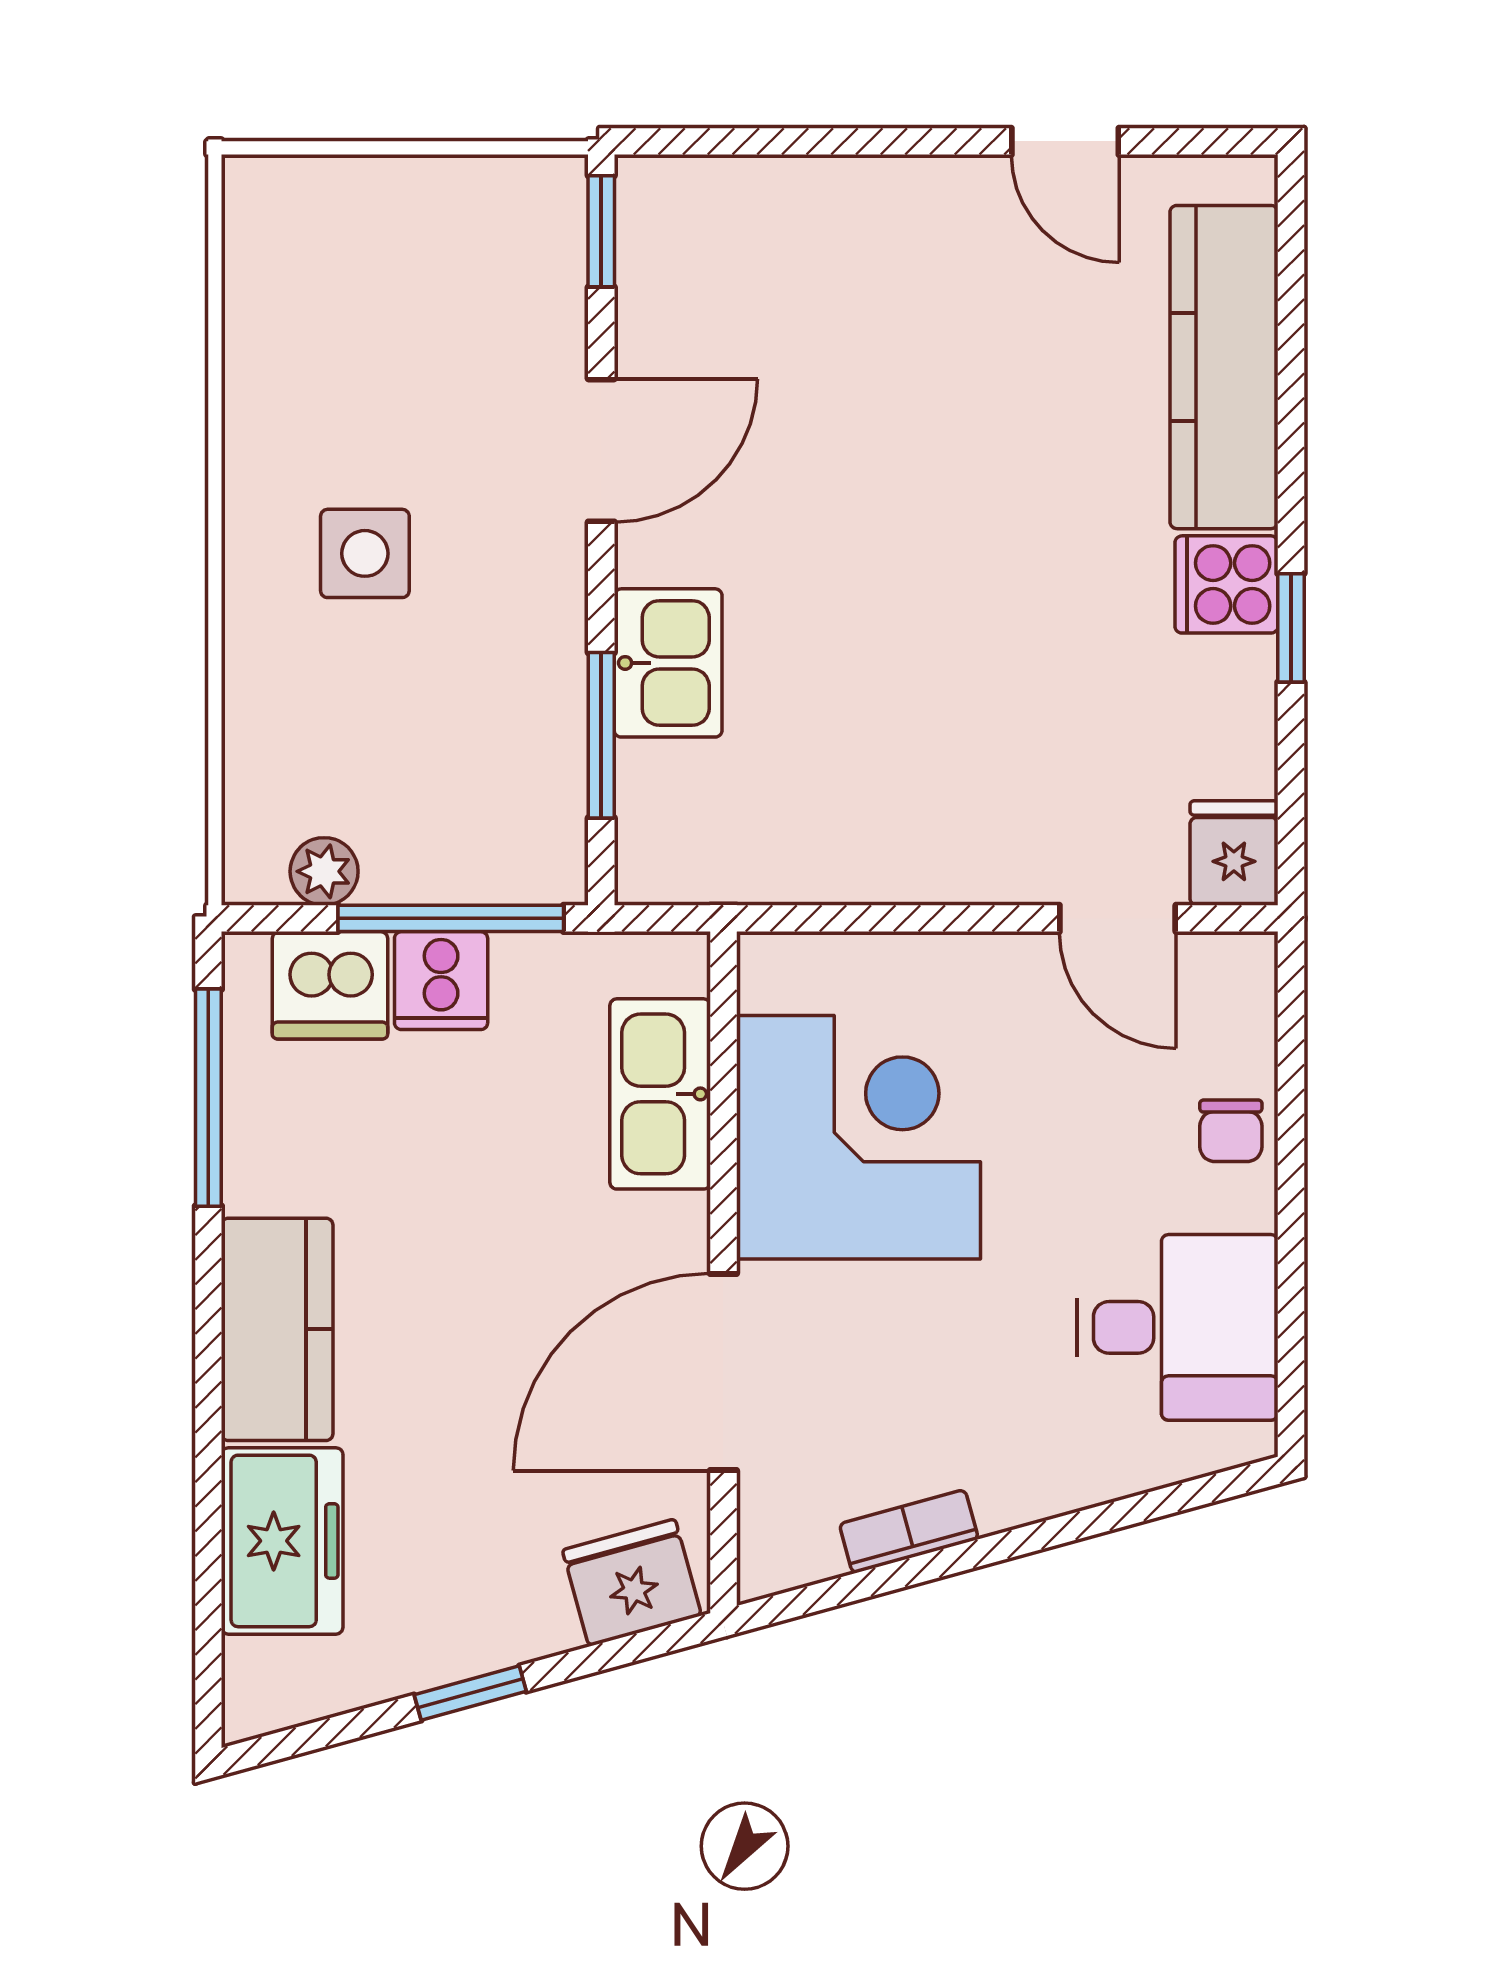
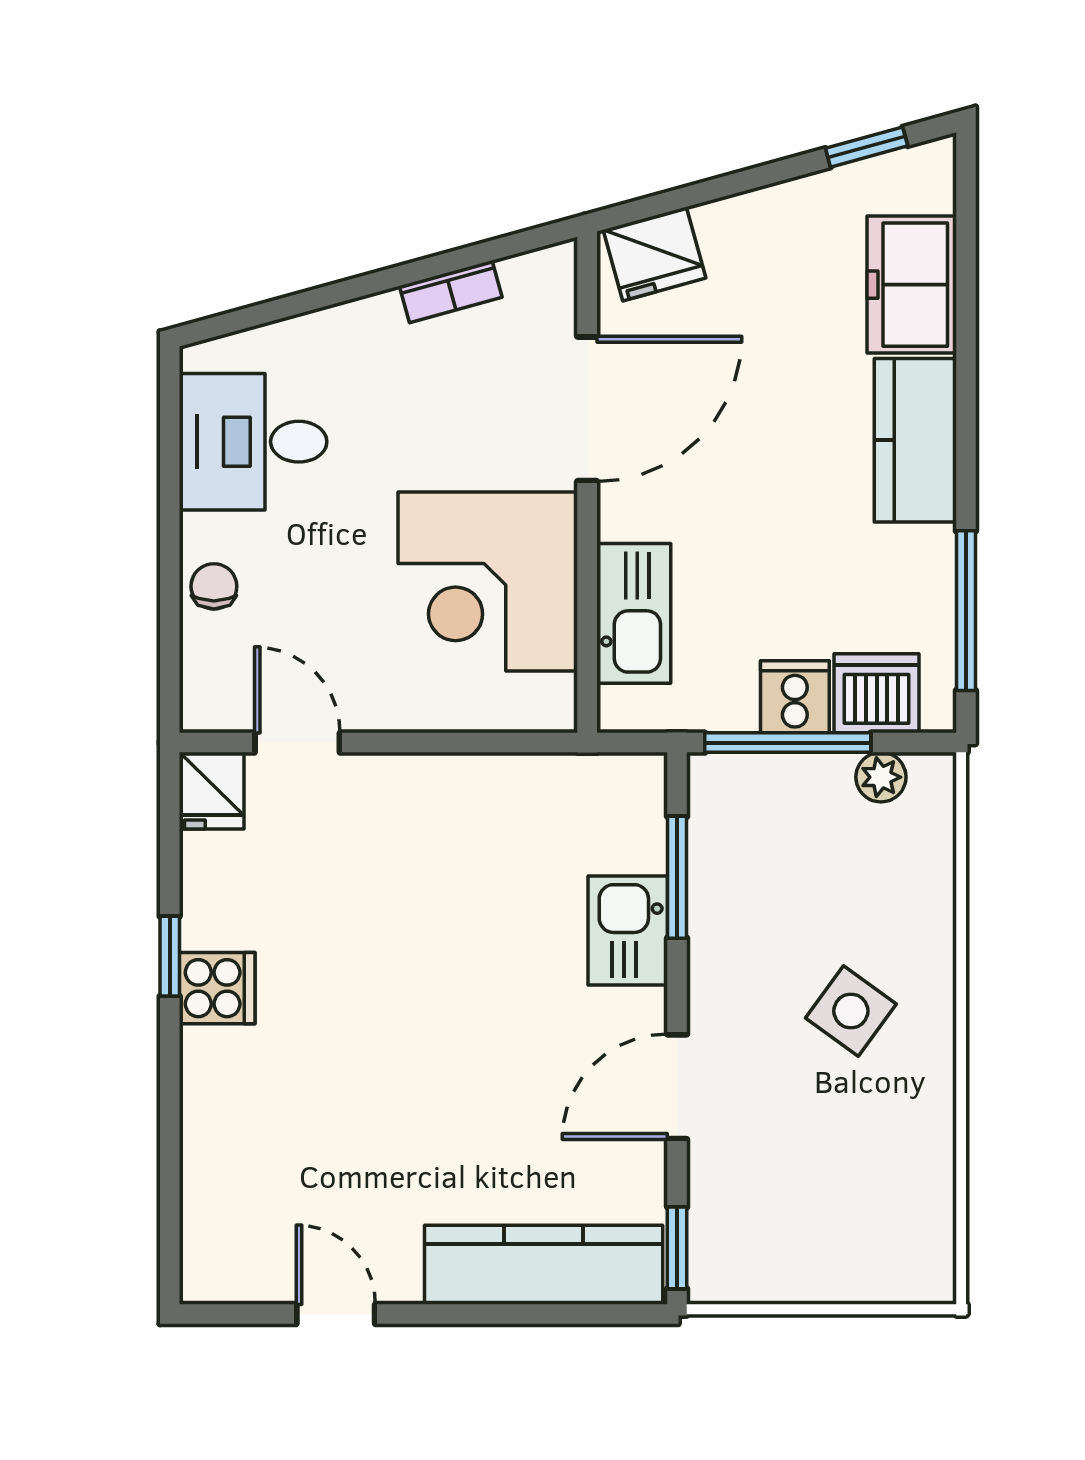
kitchen counter: (1224, 367) -> (544, 1265), moved, turned -90
side table: (365, 553) -> (851, 1011), turned 36
window: (470, 1693) -> (867, 147), moved

